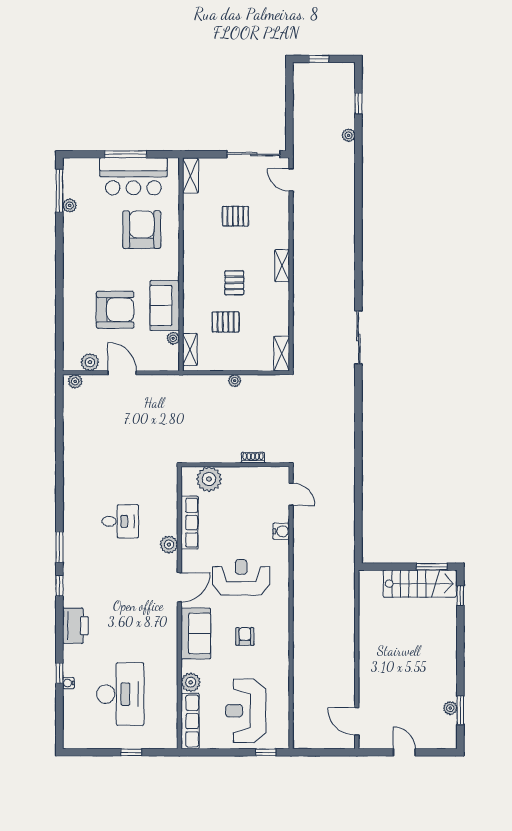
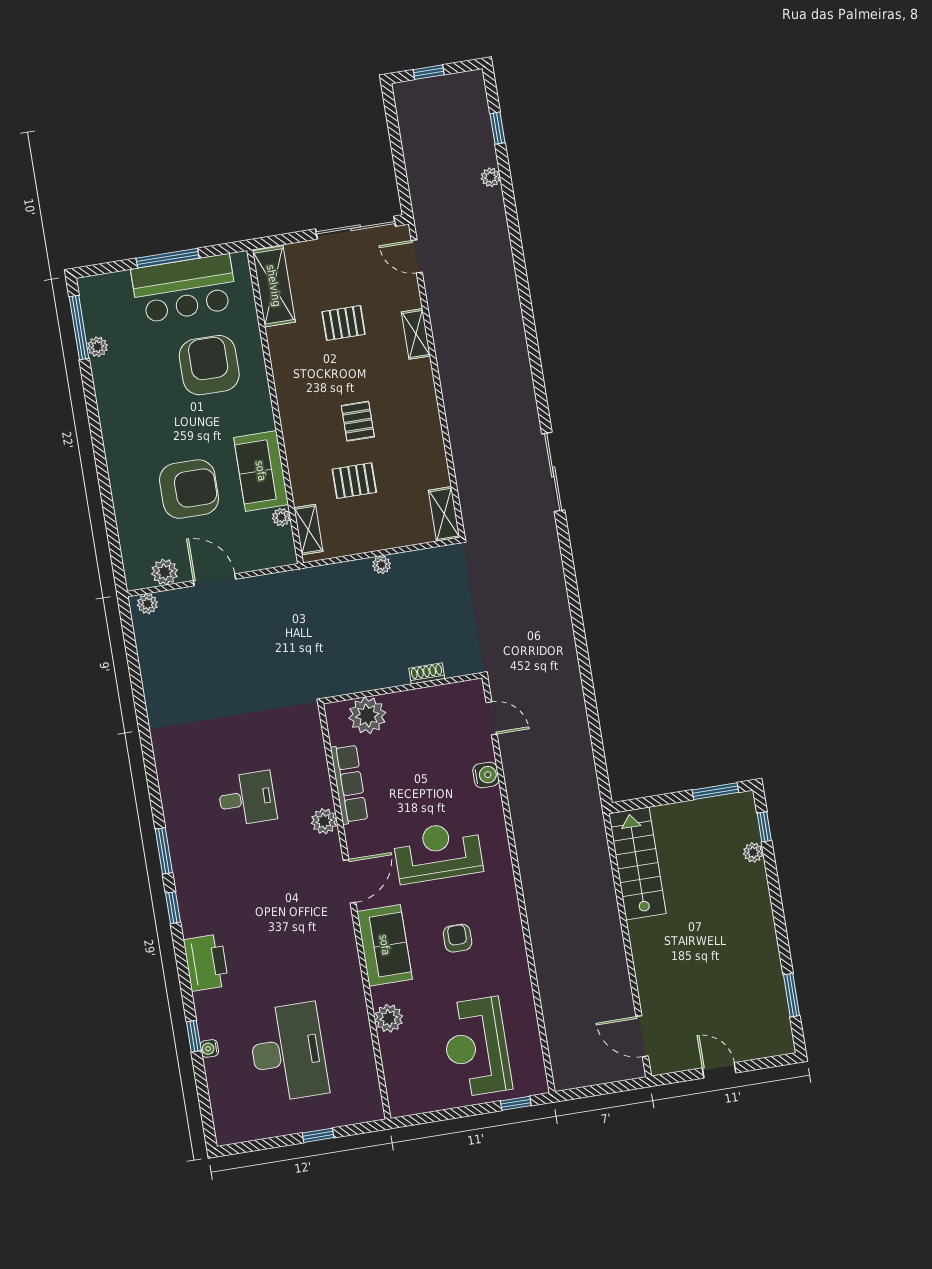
shelving: (190, 176) -> (274, 286), width x1.50, depth x1.33
shelving: (282, 266) -> (416, 334), moved
stairs: (420, 584) -> (637, 863), moved, turned -90
plant: (450, 708) -> (753, 852), moved
row of seats: (190, 721) -> (397, 1075), removed

